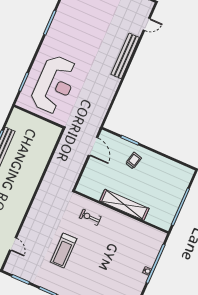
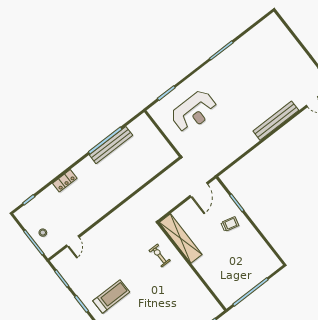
reception desk: (54, 85) -> (194, 111), width x0.74, depth x0.77
shelving: (124, 205) -> (181, 238), moved
treadmill: (64, 250) -> (111, 296), moved, turned 180

